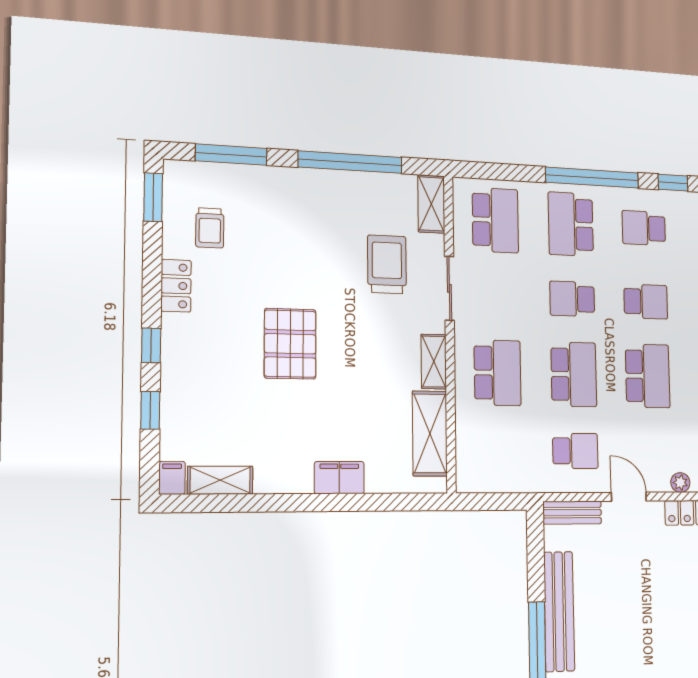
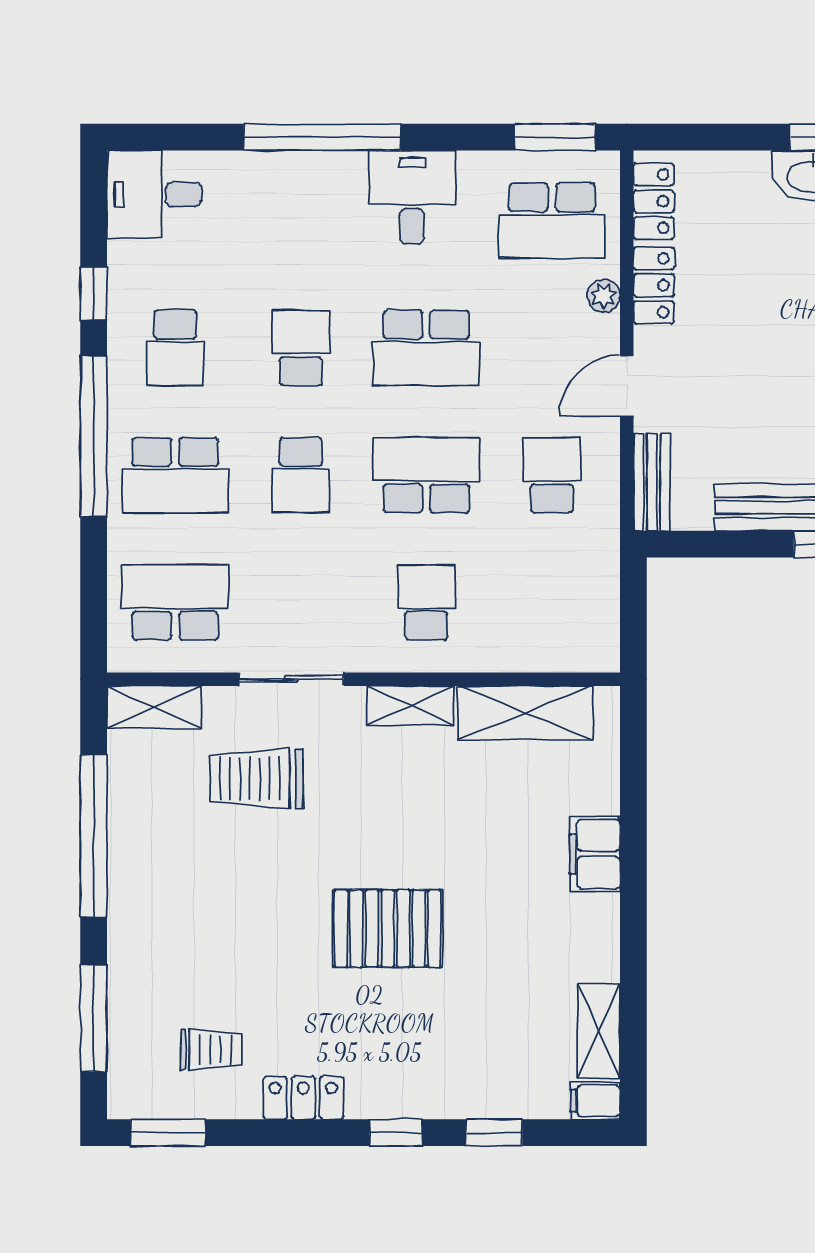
school desk: (497, 373) -> (426, 602), width x0.54
school desk: (648, 376) -> (426, 348), turned 180

